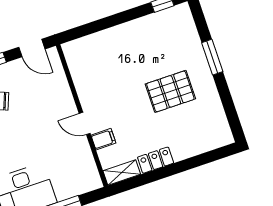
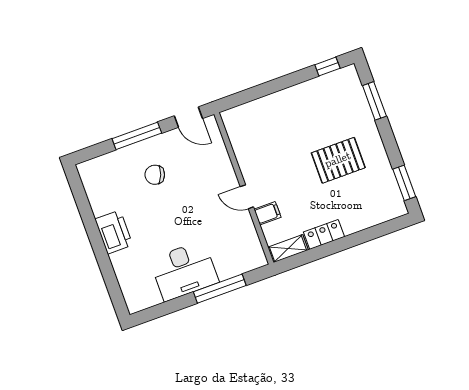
window: (212, 57) -> (374, 101), moved
window: (231, 114) -> (404, 183), added

